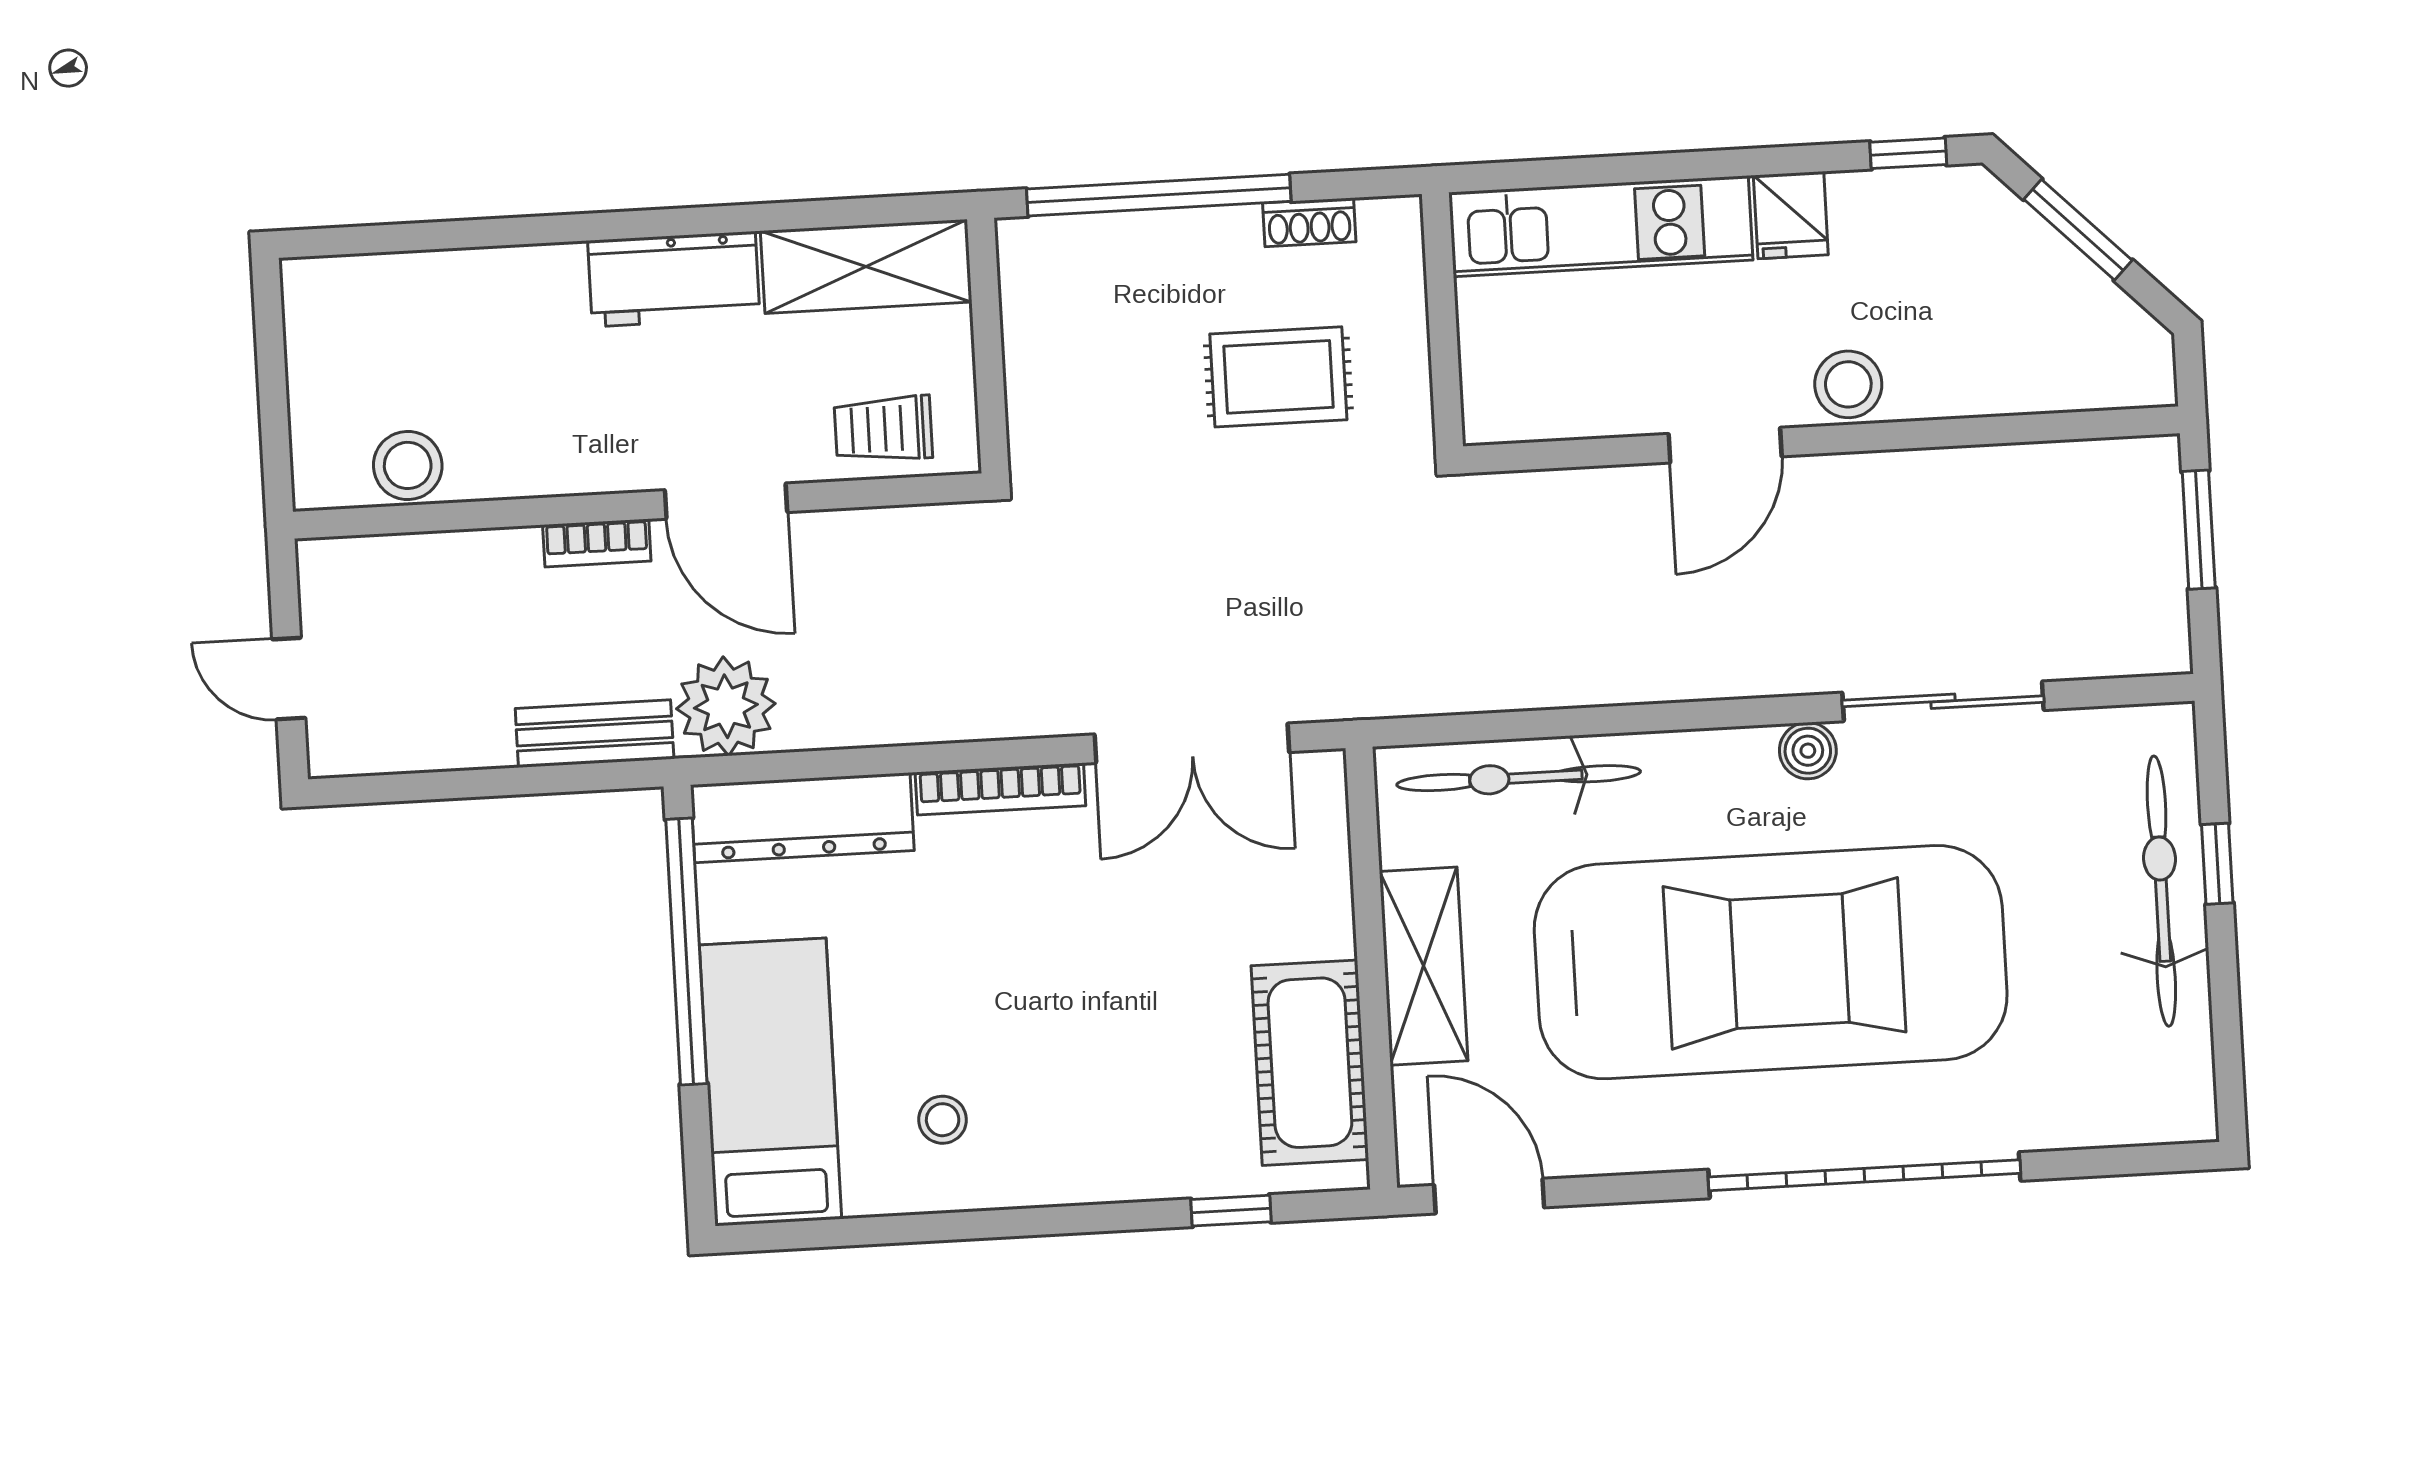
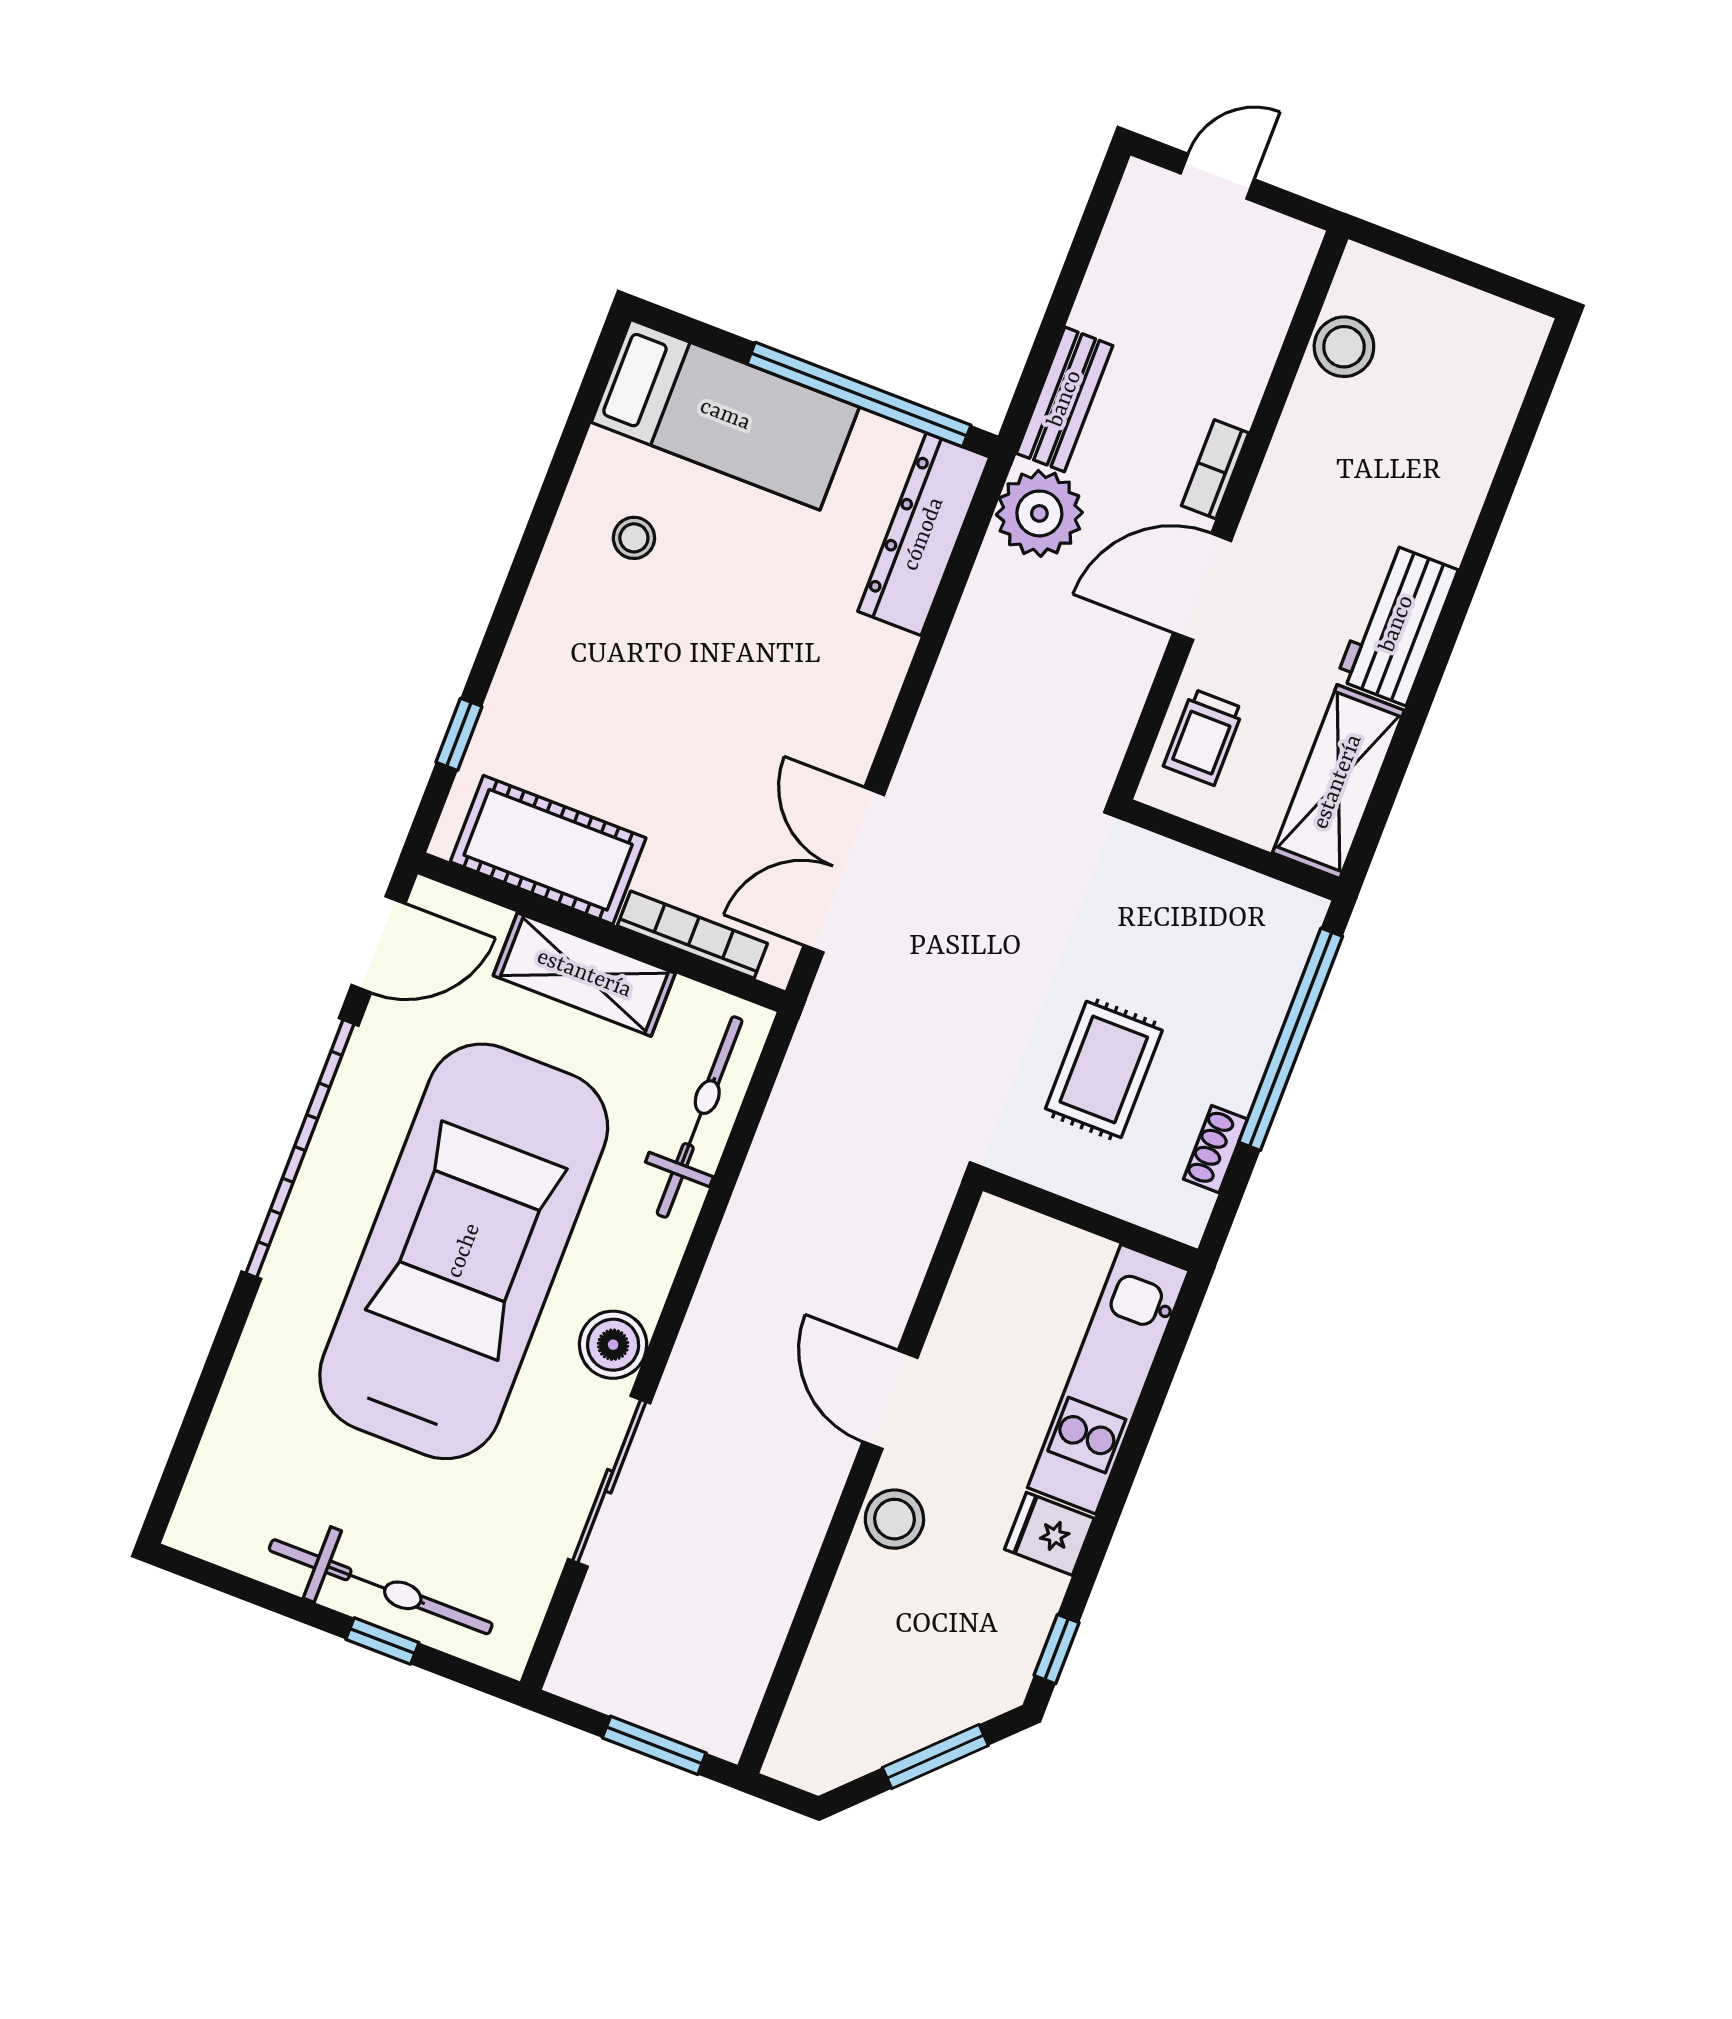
trolley: (883, 429) -> (1203, 737), turned 180
boiler: (1808, 751) -> (613, 1345), width x1.36, depth x1.36
bookcase: (1000, 789) -> (692, 935), moved, turned 90
car: (1771, 962) -> (464, 1251), turned 180
garage door: (1864, 1175) -> (300, 1149), moved

